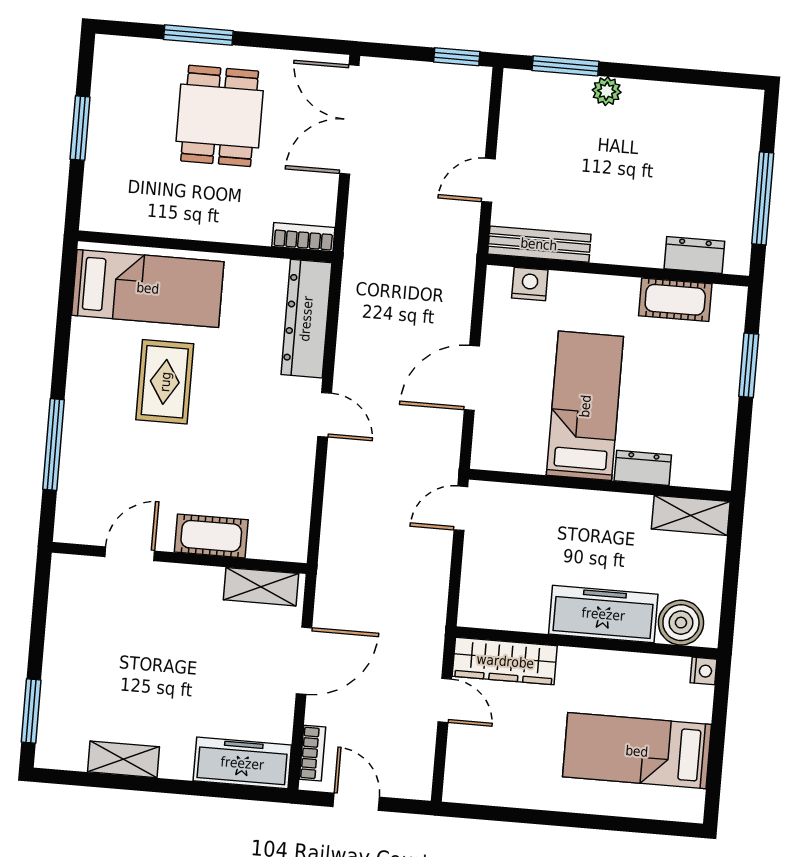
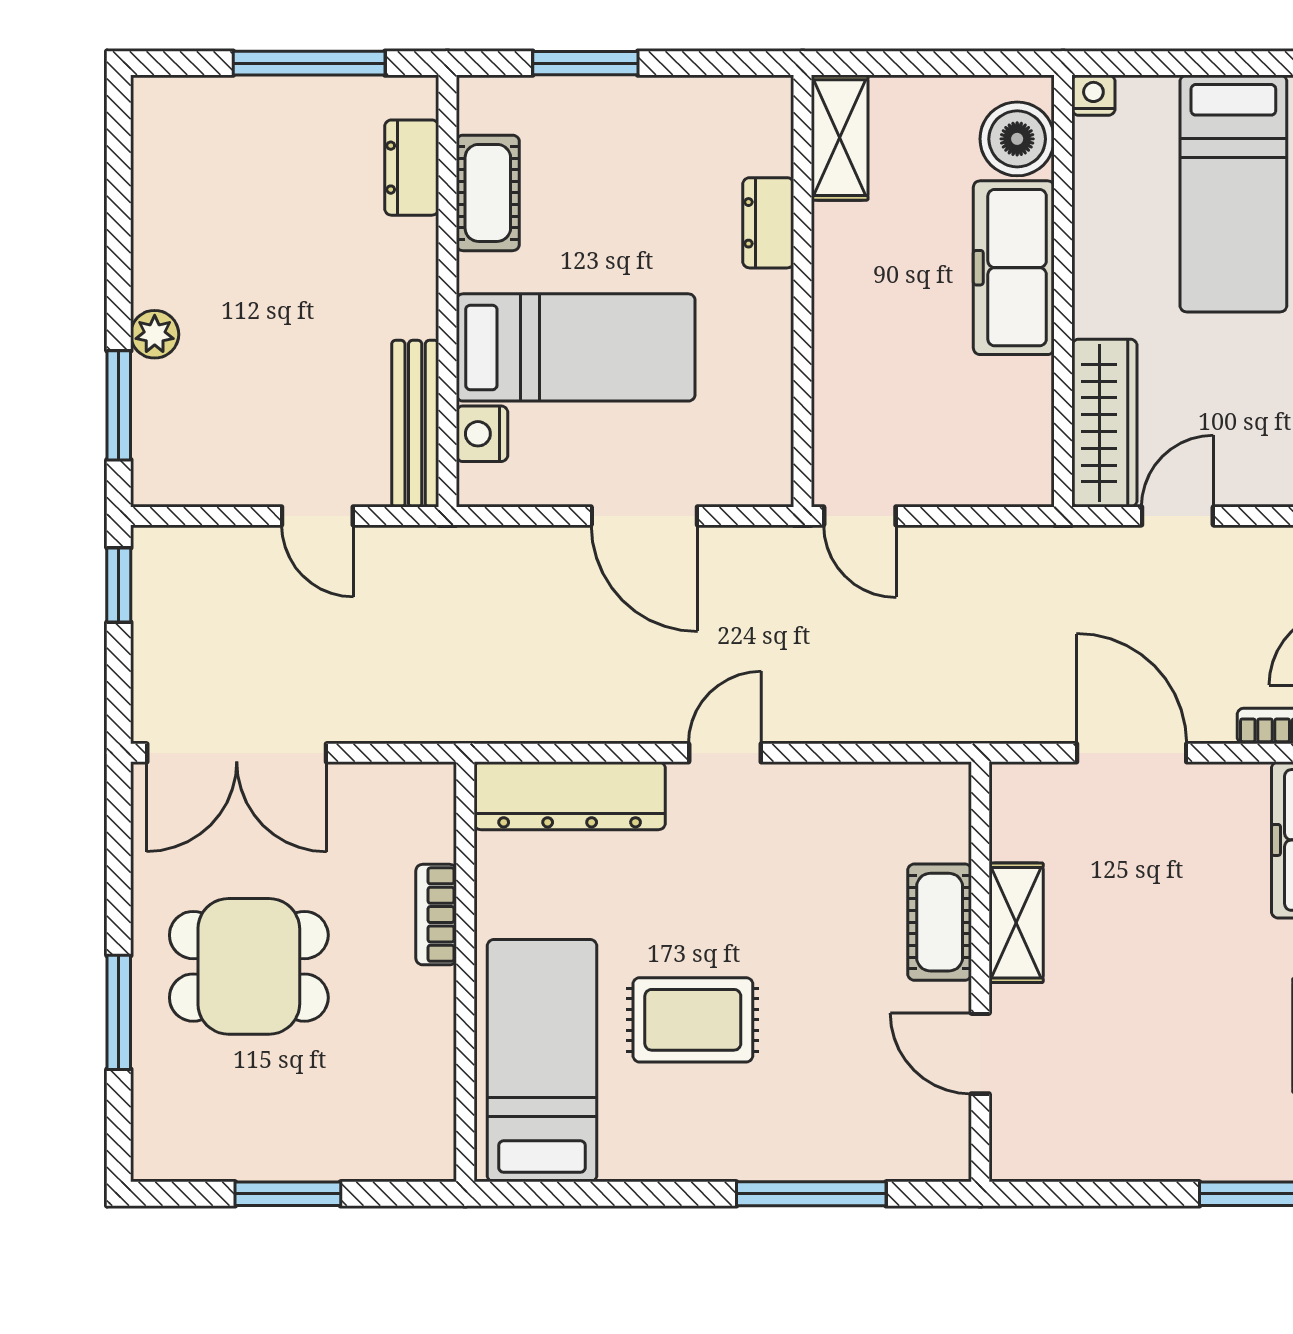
bookcase: (303, 237) -> (436, 915), moved
bed: (585, 406) -> (576, 347), moved, turned 180
shelving: (261, 587) -> (1016, 923), moved

